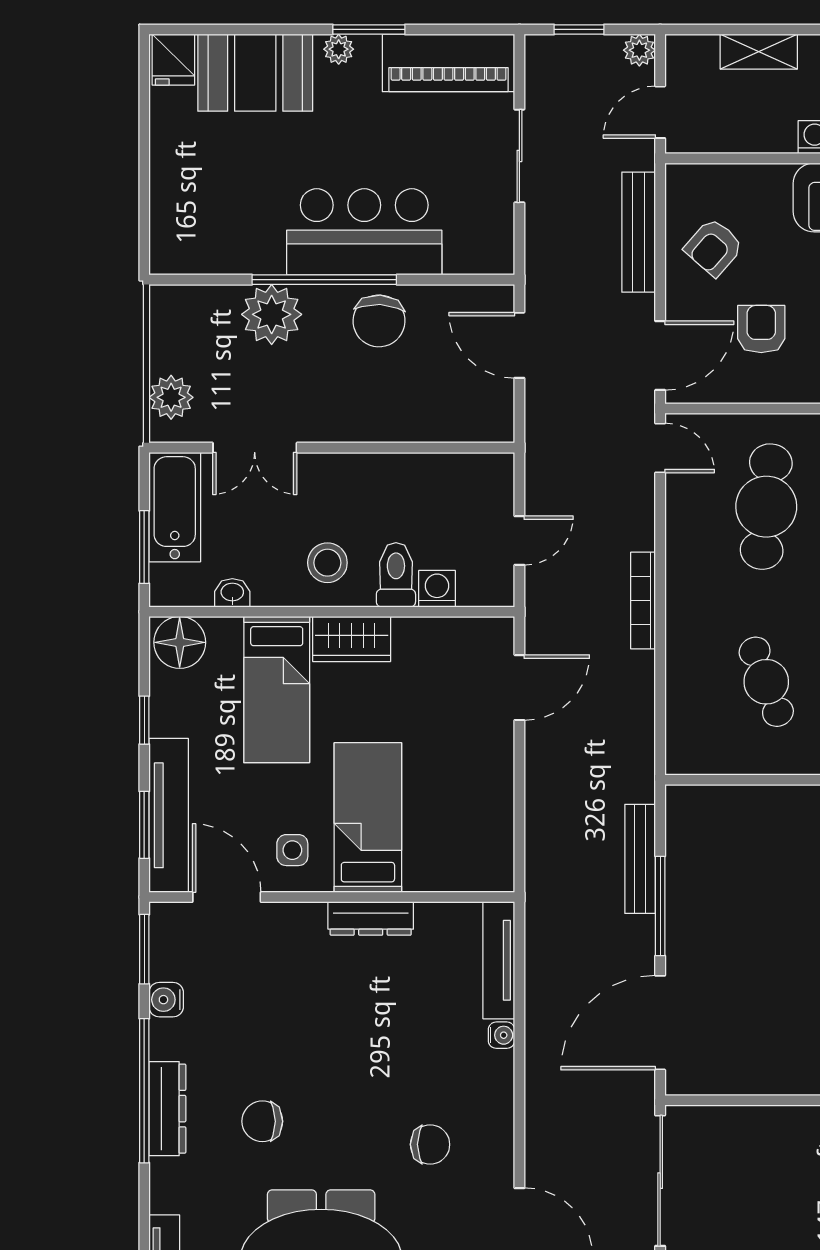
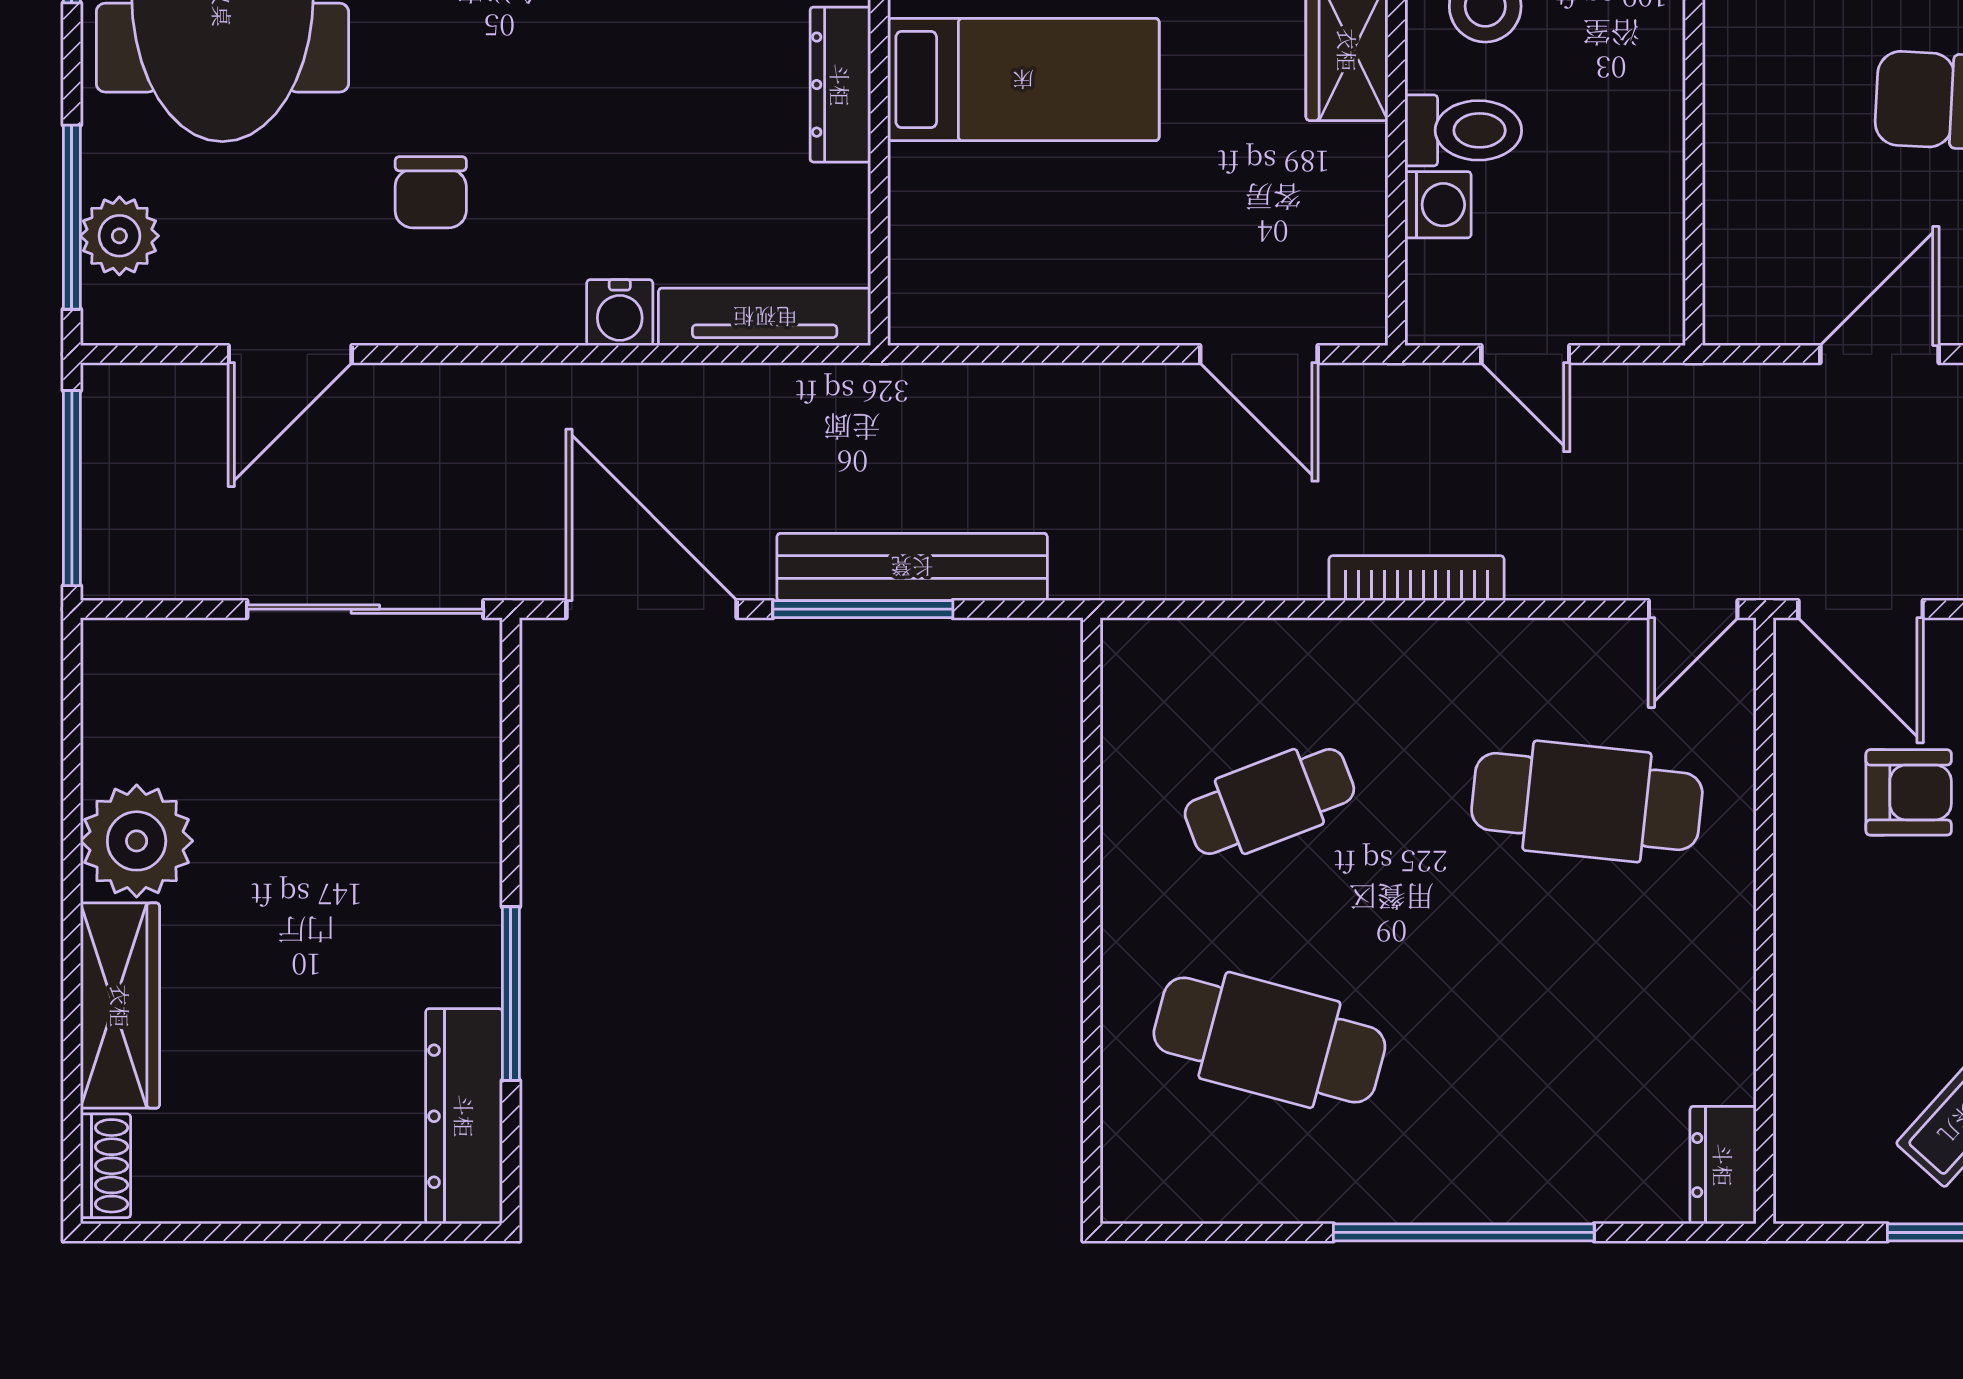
bench: (640, 859) -> (912, 567), width x1.37, depth x1.21
water cooler: (502, 1035) -> (620, 313), width x1.38, depth x1.38

